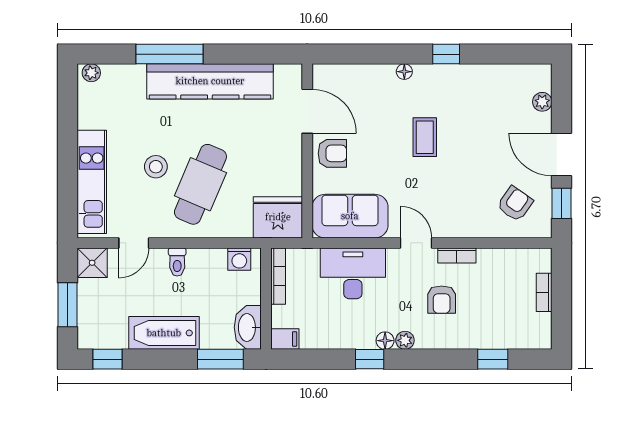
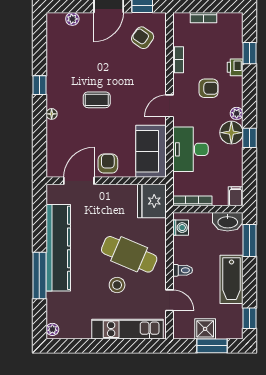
bookcase: (457, 255) -> (178, 60), moved
shower: (92, 263) -> (205, 329), moved
printer: (472, 338) -> (235, 67), added
floor lamp: (385, 341) -> (231, 133), width x1.89, depth x1.89

